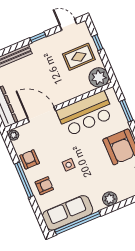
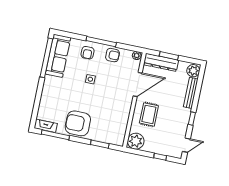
rug: (79, 57) -> (149, 114), moved
bar counter: (86, 114) -> (117, 115), removed
plant: (110, 199) -> (48, 91), removed

